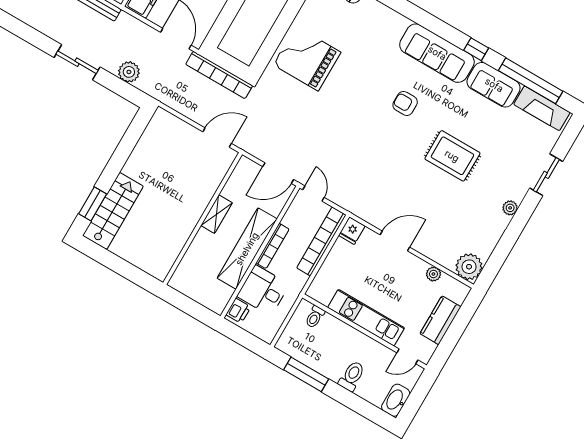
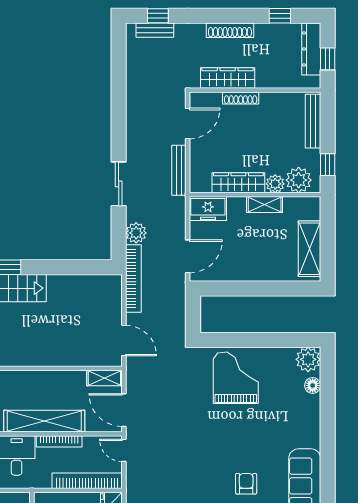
bookcase: (219, 75) -> (133, 278), moved, turned 180
door: (313, 194) -> (124, 450), swing flipped
shelving: (217, 214) -> (104, 378), moved

